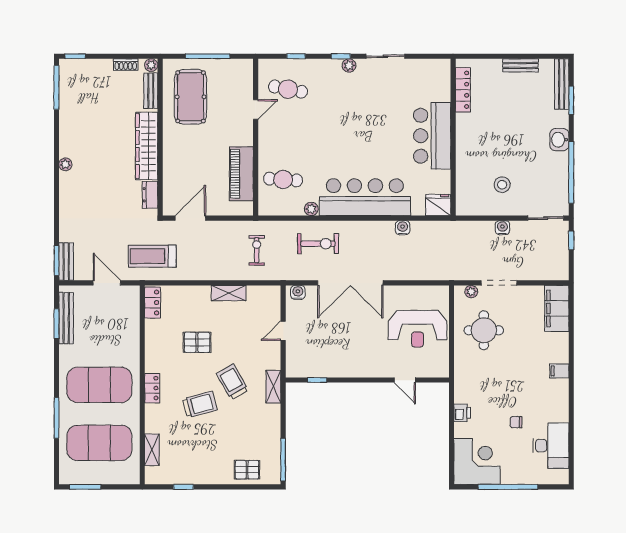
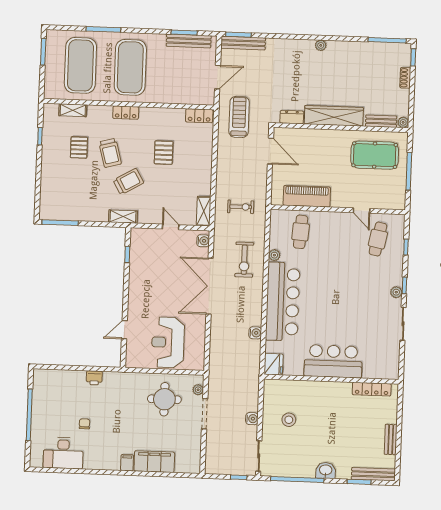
shoe rack: (126, 65) -> (405, 78), moved
bench: (66, 262) -> (243, 43), width x1.36
shelving: (229, 293) -> (204, 211), moved
filing cabinet: (557, 308) -> (154, 462), moved
corner desk: (477, 461) -> (52, 389), removed
pallet: (247, 470) -> (79, 147), moved

